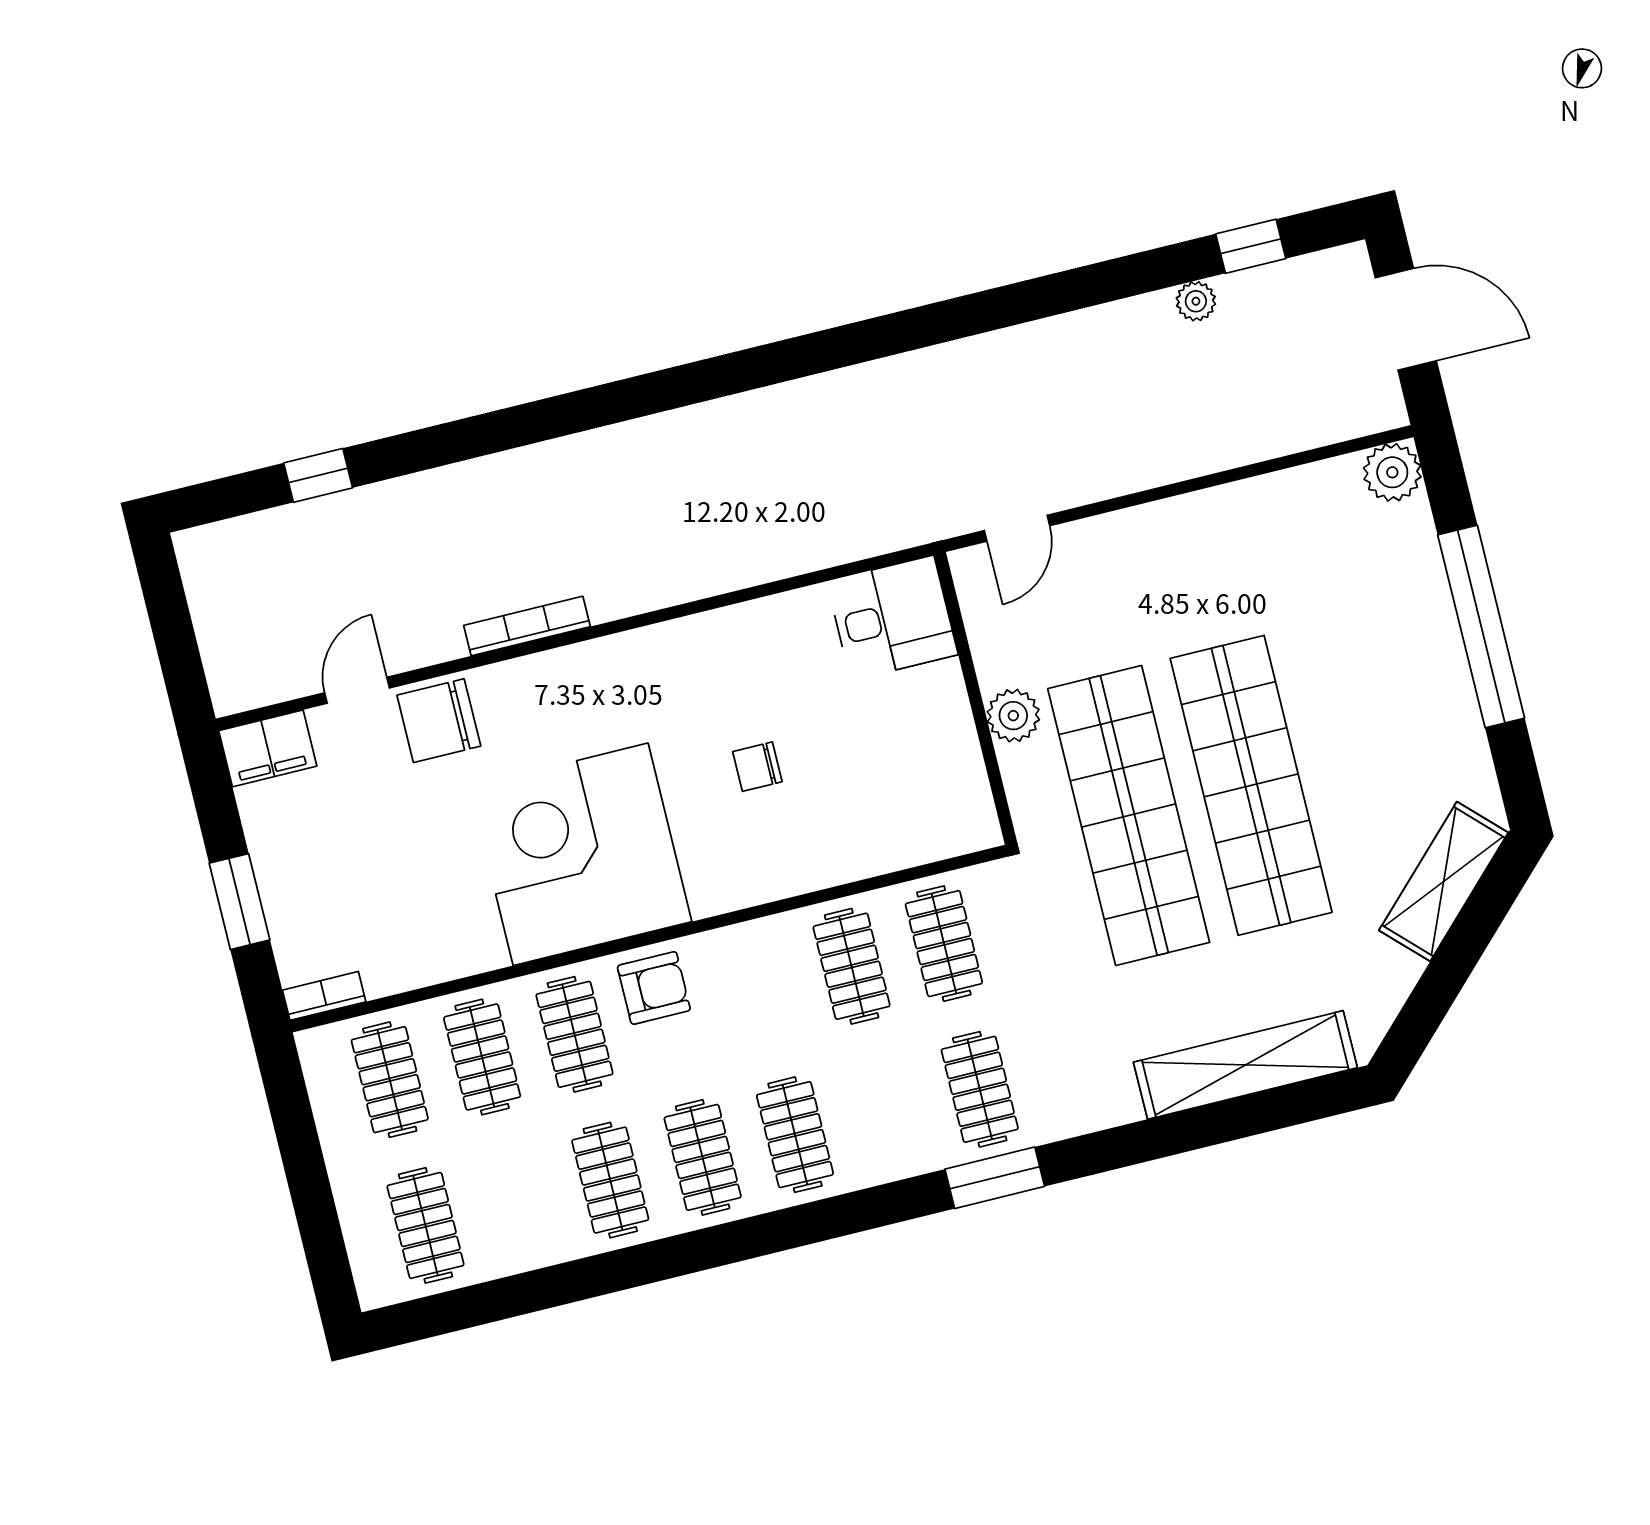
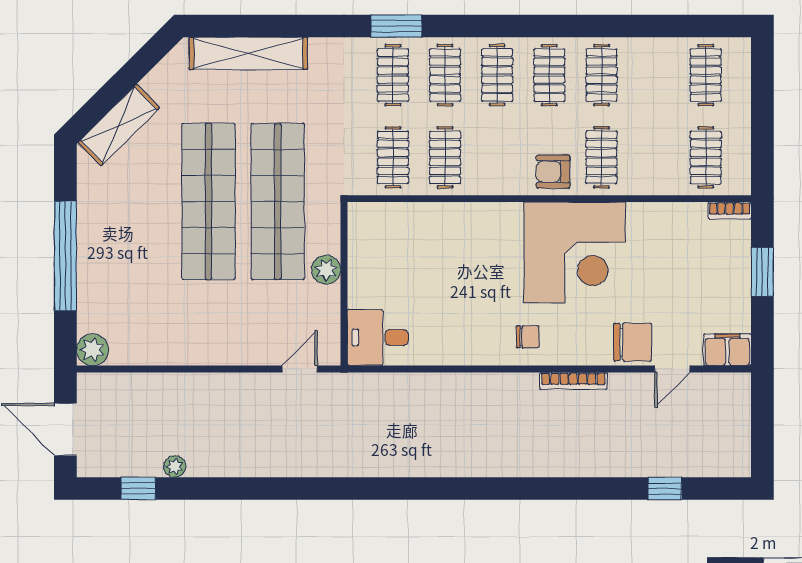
chair: (757, 767) -> (528, 337), moved
clothes rail: (482, 1057) -> (445, 75), moved

